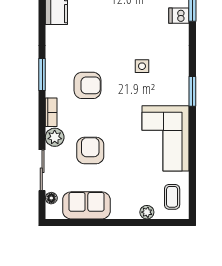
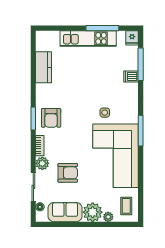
armchair: (87, 85) -> (51, 118), moved, turned 90
window: (192, 91) -> (141, 131), width x1.44
corner sofa: (166, 138) -> (116, 156), width x1.36, depth x1.36
armchair: (90, 150) -> (68, 173), turned 90
plant: (125, 206) -> (93, 212), added

